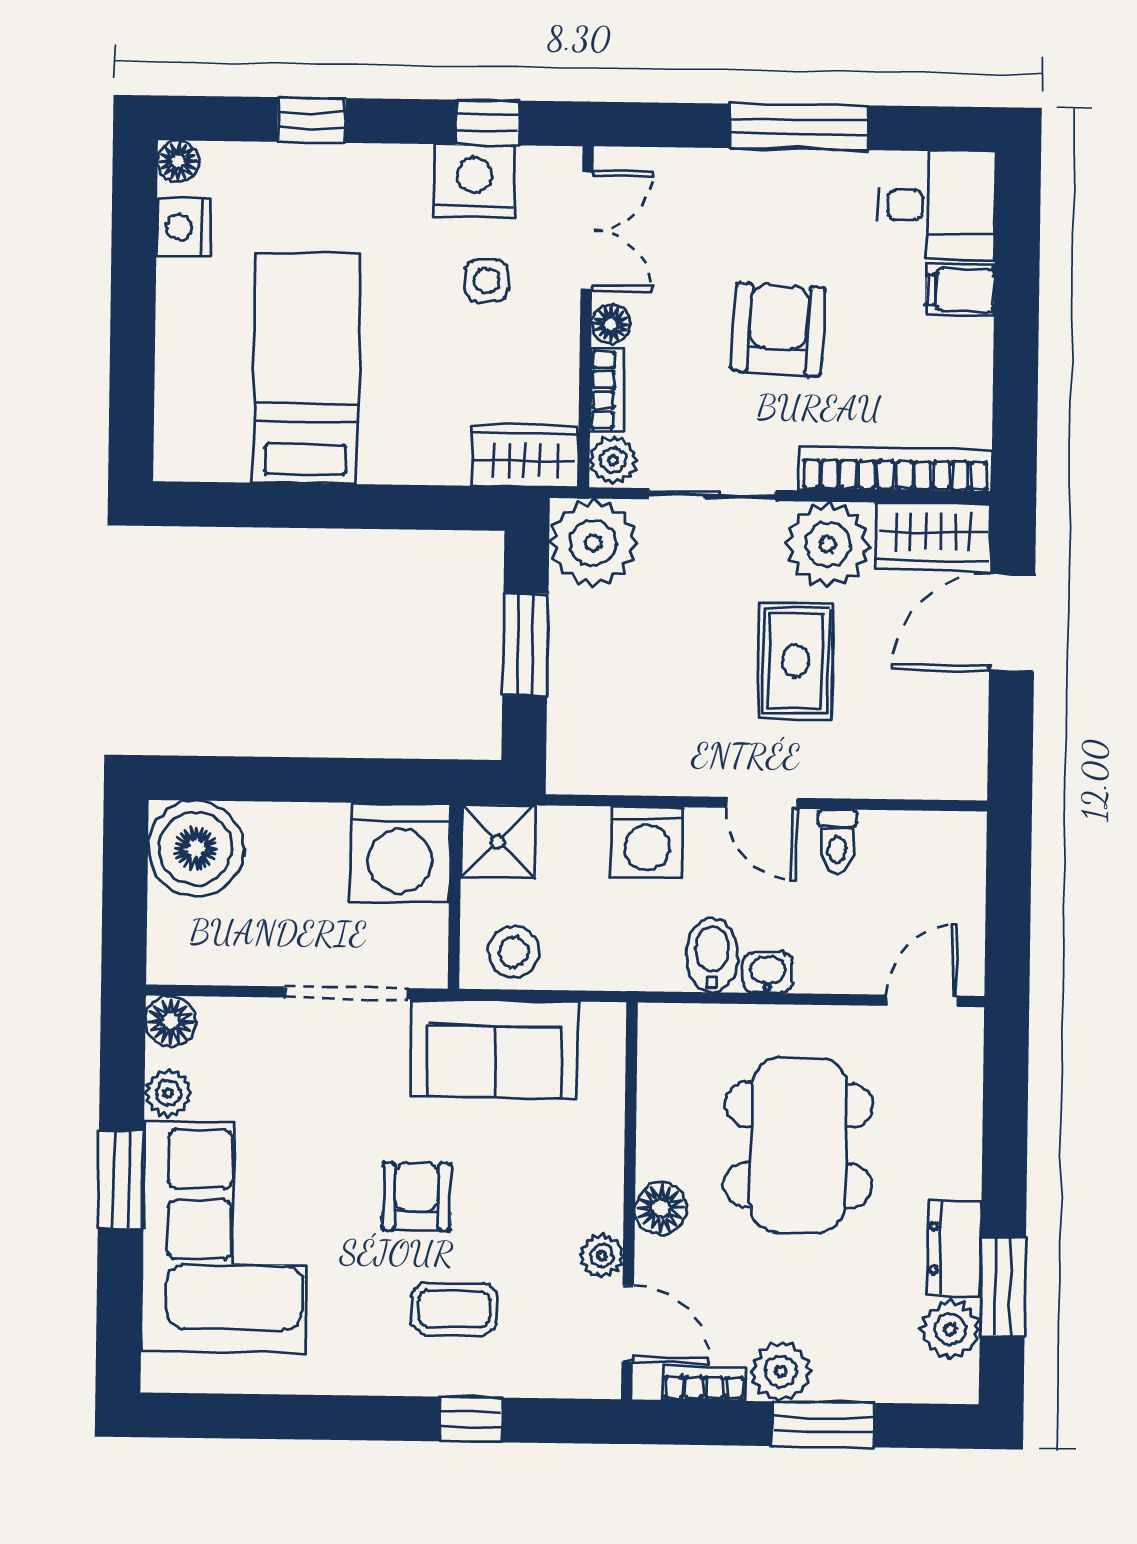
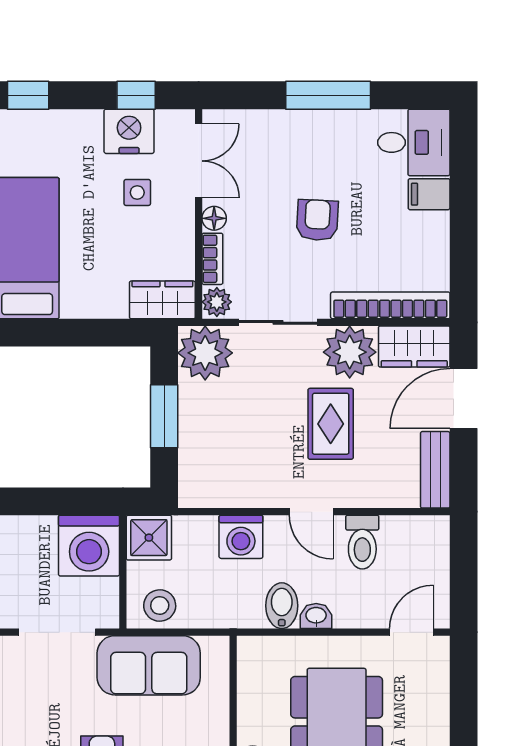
armchair: (778, 329) -> (317, 220), width x0.72, depth x0.72
bench: (964, 738) -> (435, 470), added
toilet: (837, 841) -> (362, 542), width x1.37, depth x1.39

